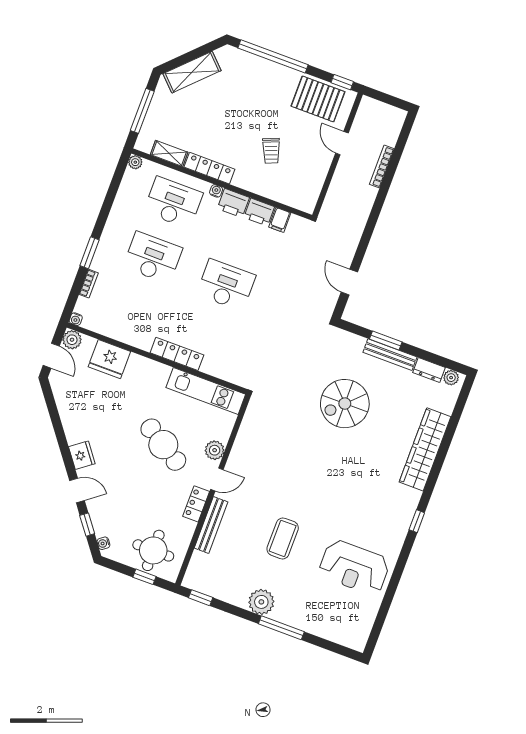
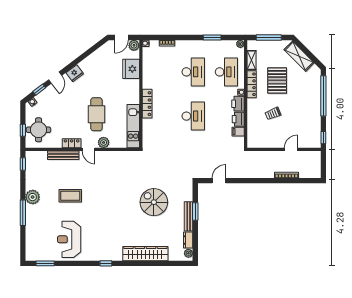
pallet: (318, 99) -> (277, 80), moved
window: (90, 253) -> (212, 37), moved
cafe table: (163, 445) -> (96, 114), turned -32
window: (379, 622) -> (45, 263), added

